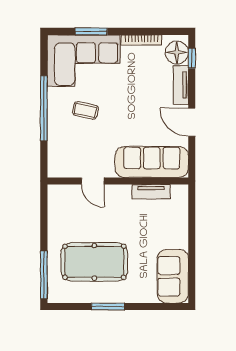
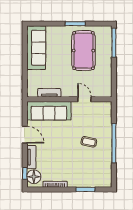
corner sofa: (84, 61) -> (90, 172), removed
pool table: (94, 262) -> (83, 51), turned 90
sofa: (173, 276) -> (36, 48), width x1.36

